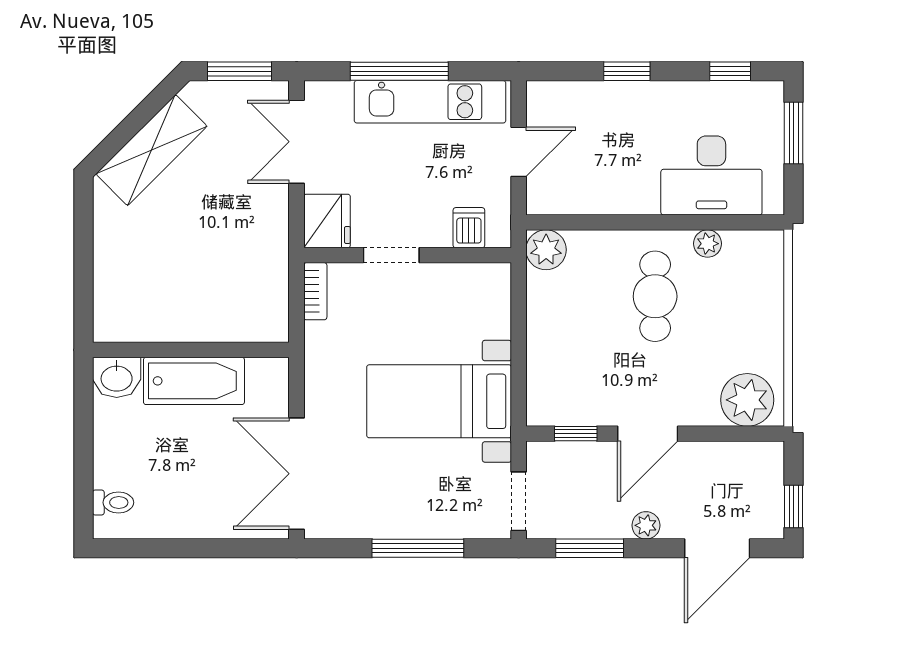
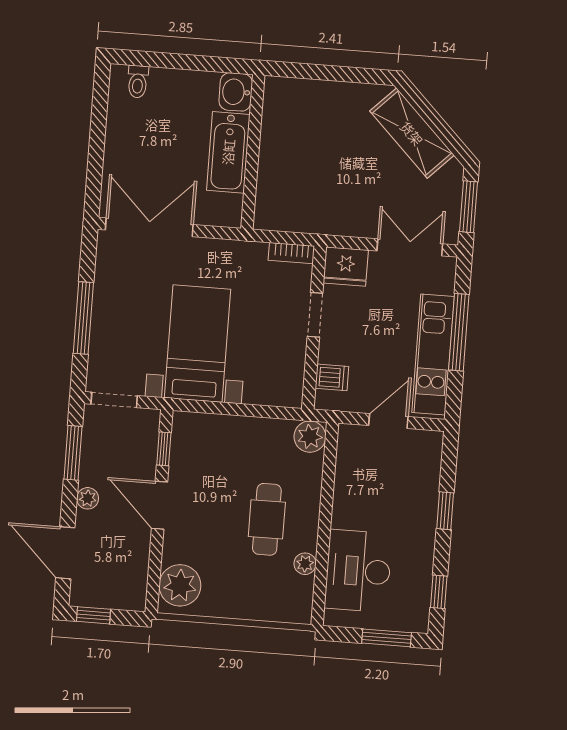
door: (519, 152) -> (388, 421), swing flipped
cafe table: (655, 296) -> (267, 519), turned 90

